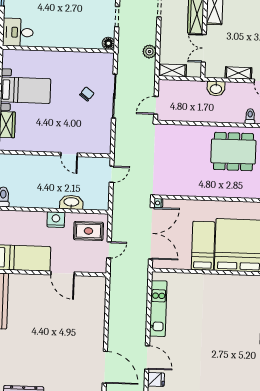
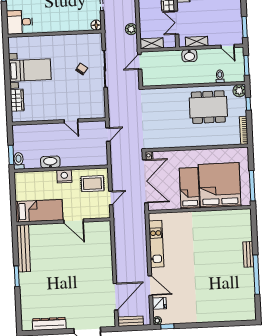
shelving: (238, 73) -> (197, 41), moved
door: (156, 105) -> (140, 62), moved
washbasin: (71, 202) -> (50, 162), moved
door: (105, 367) -> (116, 297), hinge flipped

